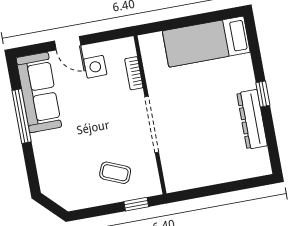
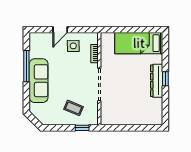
door: (68, 43) -> (60, 30), hinge flipped
sofa: (39, 92) -> (39, 81), moved
dresser: (252, 119) -> (157, 81), moved

